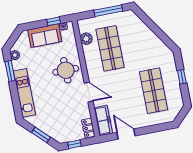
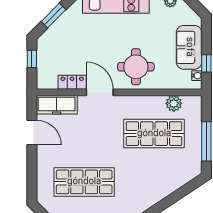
door: (89, 92) -> (100, 92), swing flipped
locker: (88, 128) -> (72, 82), moved
door: (126, 134) -> (32, 133), hinge flipped

